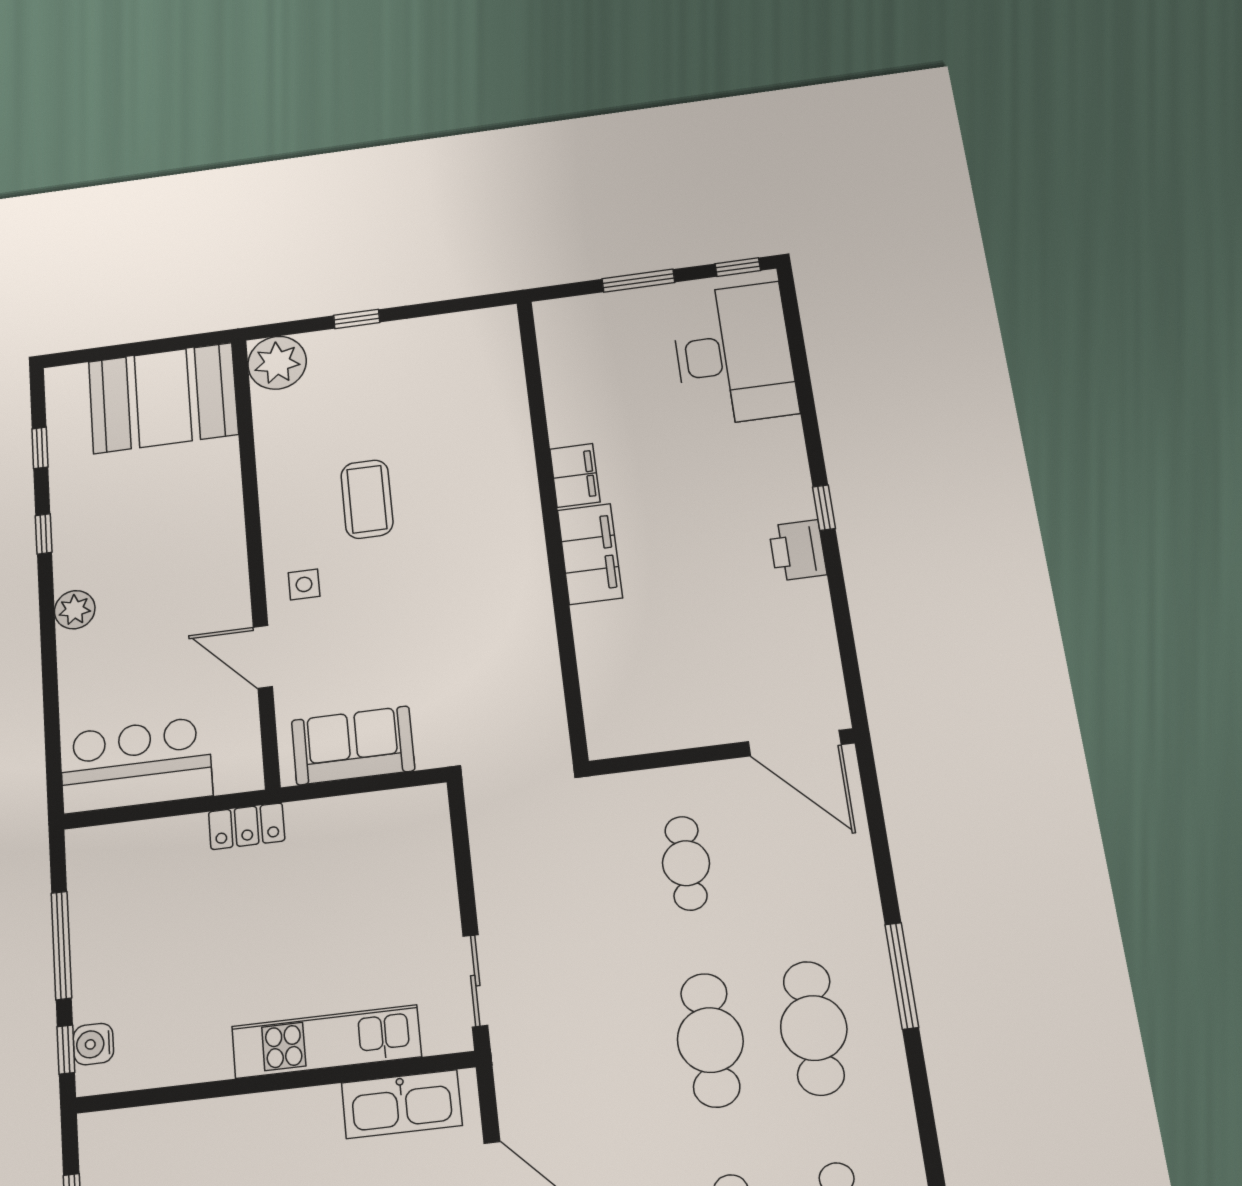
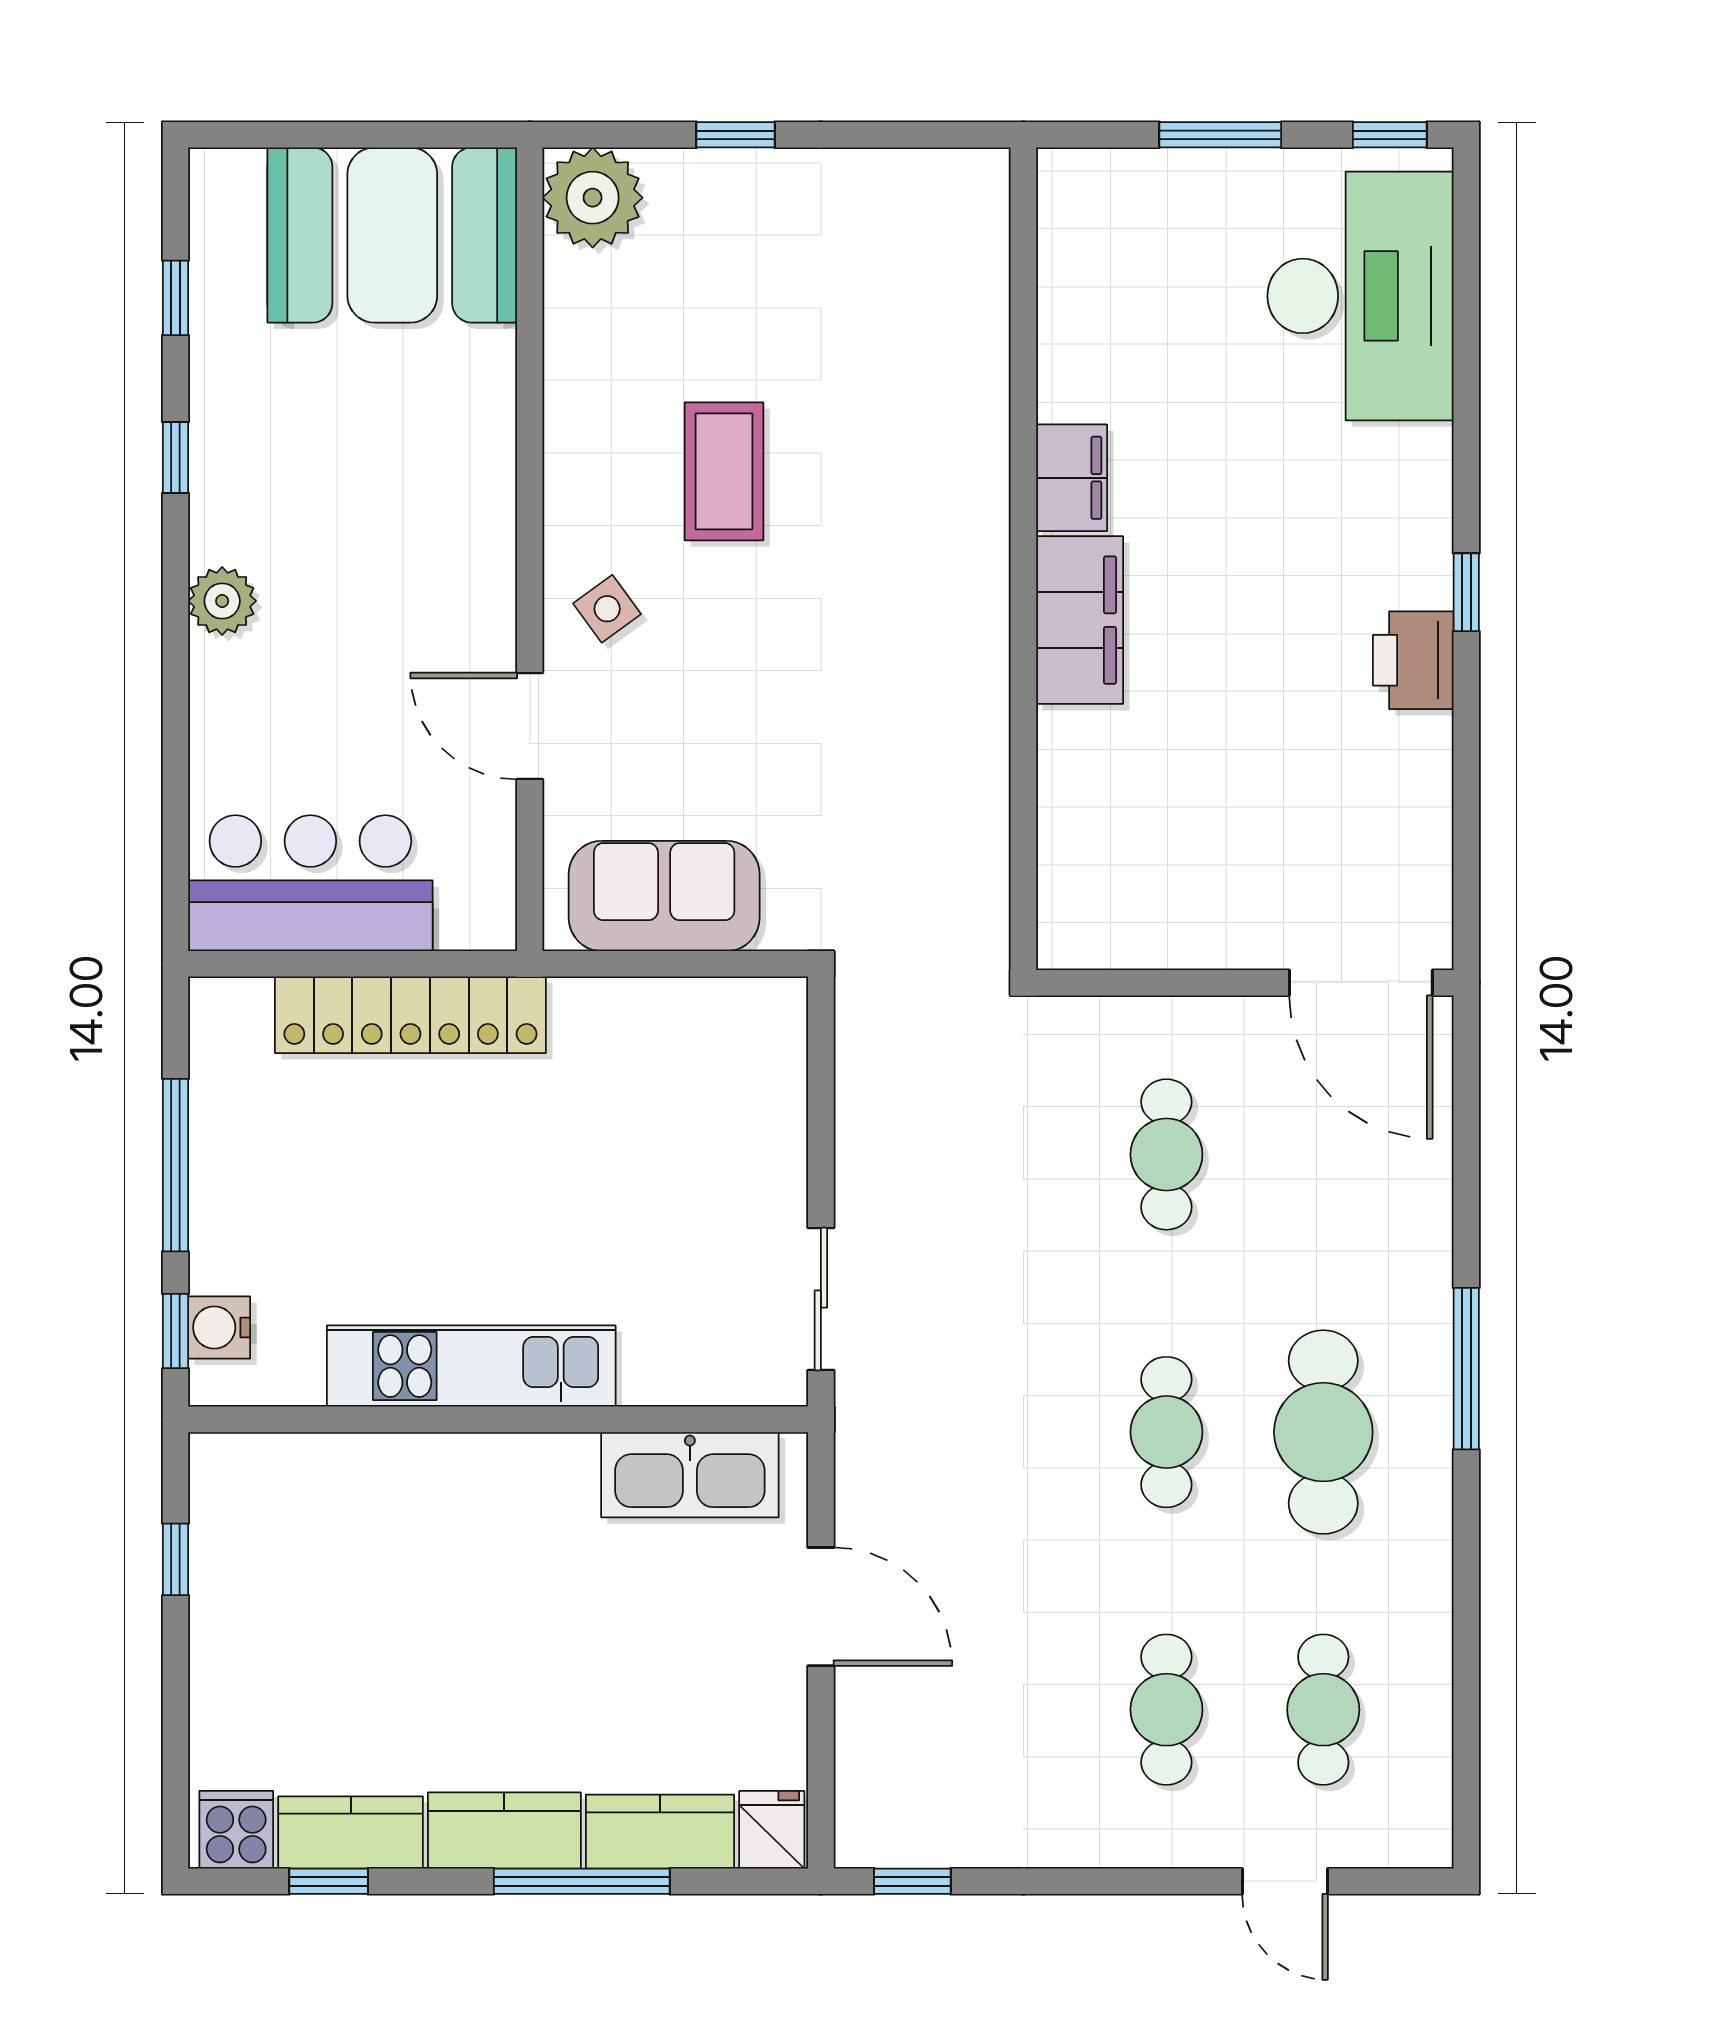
side table: (304, 584) -> (607, 609), turned -36
locker: (247, 826) -> (410, 1015), width x2.16, depth x1.21
cafe table: (710, 1040) -> (1166, 1432), width x0.73, depth x0.74
kitchen unit: (326, 1042) -> (471, 1366), moved

